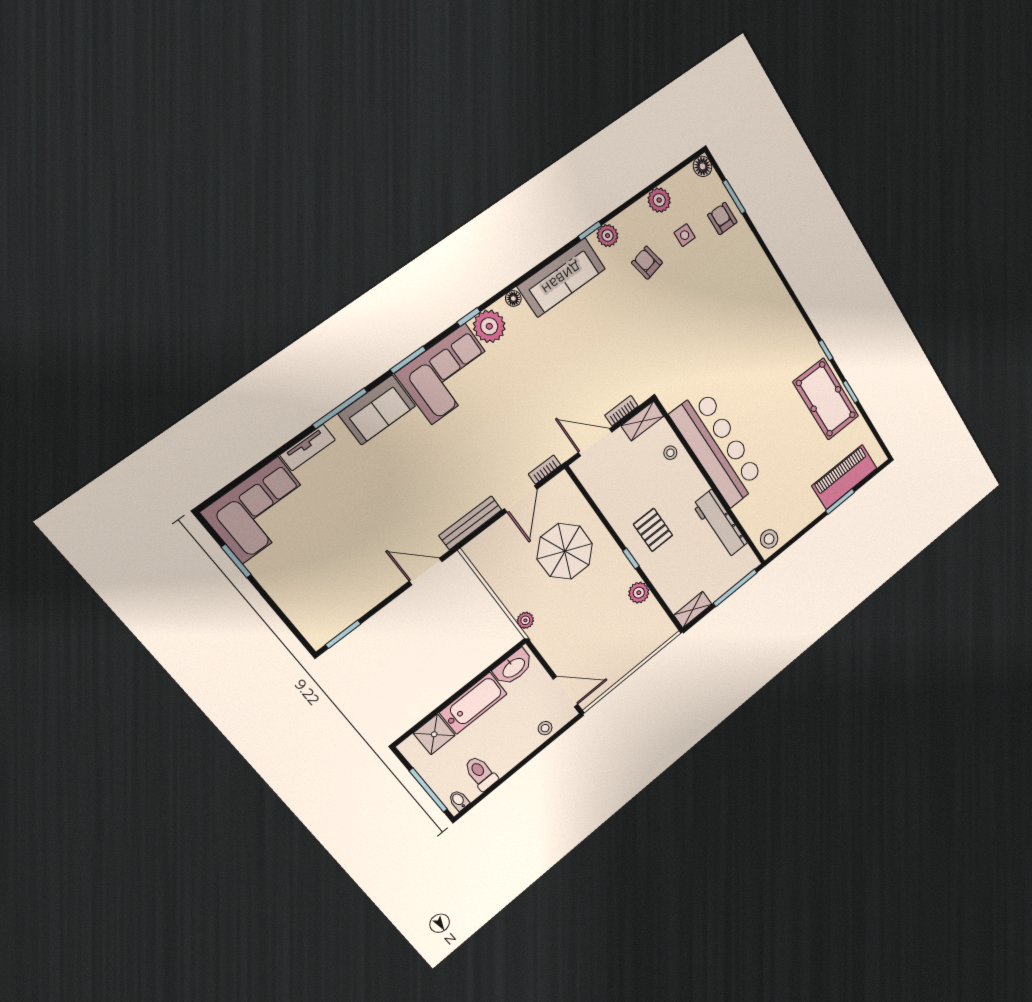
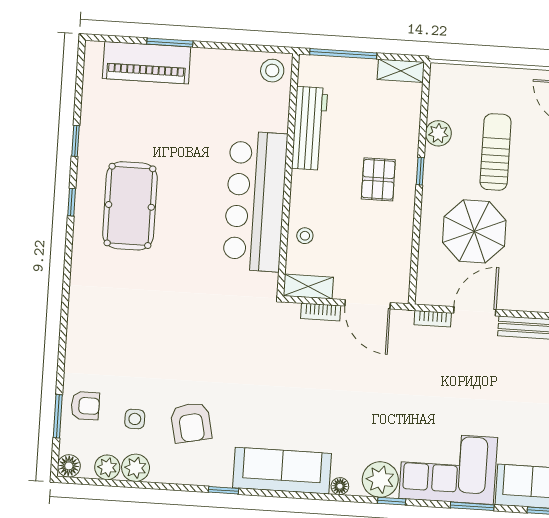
armchair: (722, 219) -> (85, 406), turned -90
plant: (608, 236) -> (107, 467), moved
armchair: (647, 263) -> (191, 423), width x1.38, depth x1.38
pool table: (826, 399) -> (130, 206), moved
sun lounger: (593, 614) -> (496, 152), added

